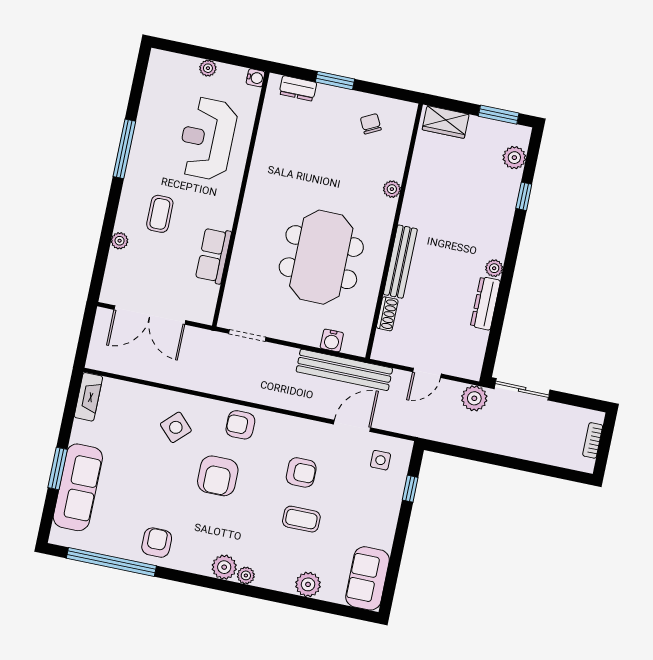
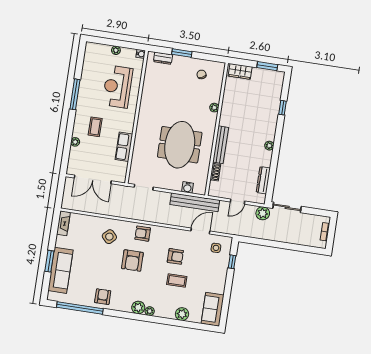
plant: (514, 158) -> (277, 88), removed
dresser: (485, 303) -> (263, 180), moved

